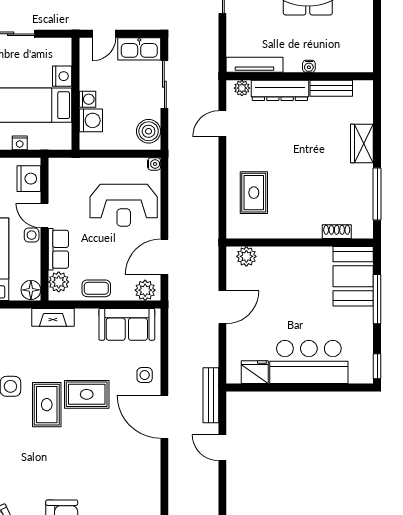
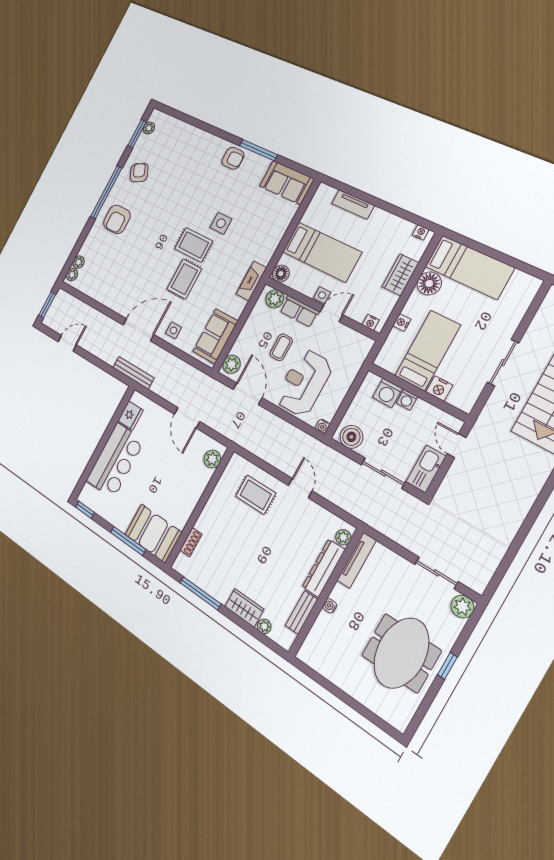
plant: (366, 115) -> (264, 626), added
door: (222, 124) -> (300, 488), moved
nightstand: (29, 179) -> (371, 322), width x0.53, depth x0.56
coffee table: (96, 288) -> (281, 347), moved
door: (222, 448) -> (67, 343), moved

